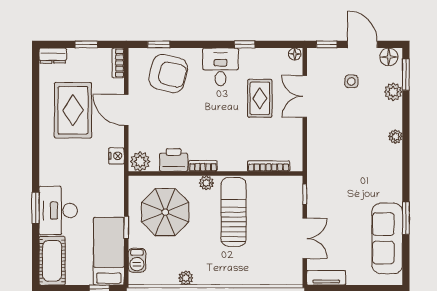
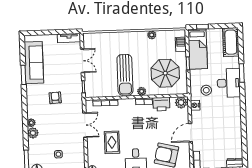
plant: (393, 92) -> (33, 133), moved
double door: (305, 96) -> (85, 125), moved
rug: (73, 110) -> (222, 131), removed
door: (126, 110) -> (190, 133), swing flipped
armchair: (353, 177) -> (55, 98), added
stool: (97, 181) -> (206, 90), added
desk: (58, 211) -> (229, 83), moved
double door: (305, 238) -> (83, 61), swing flipped

